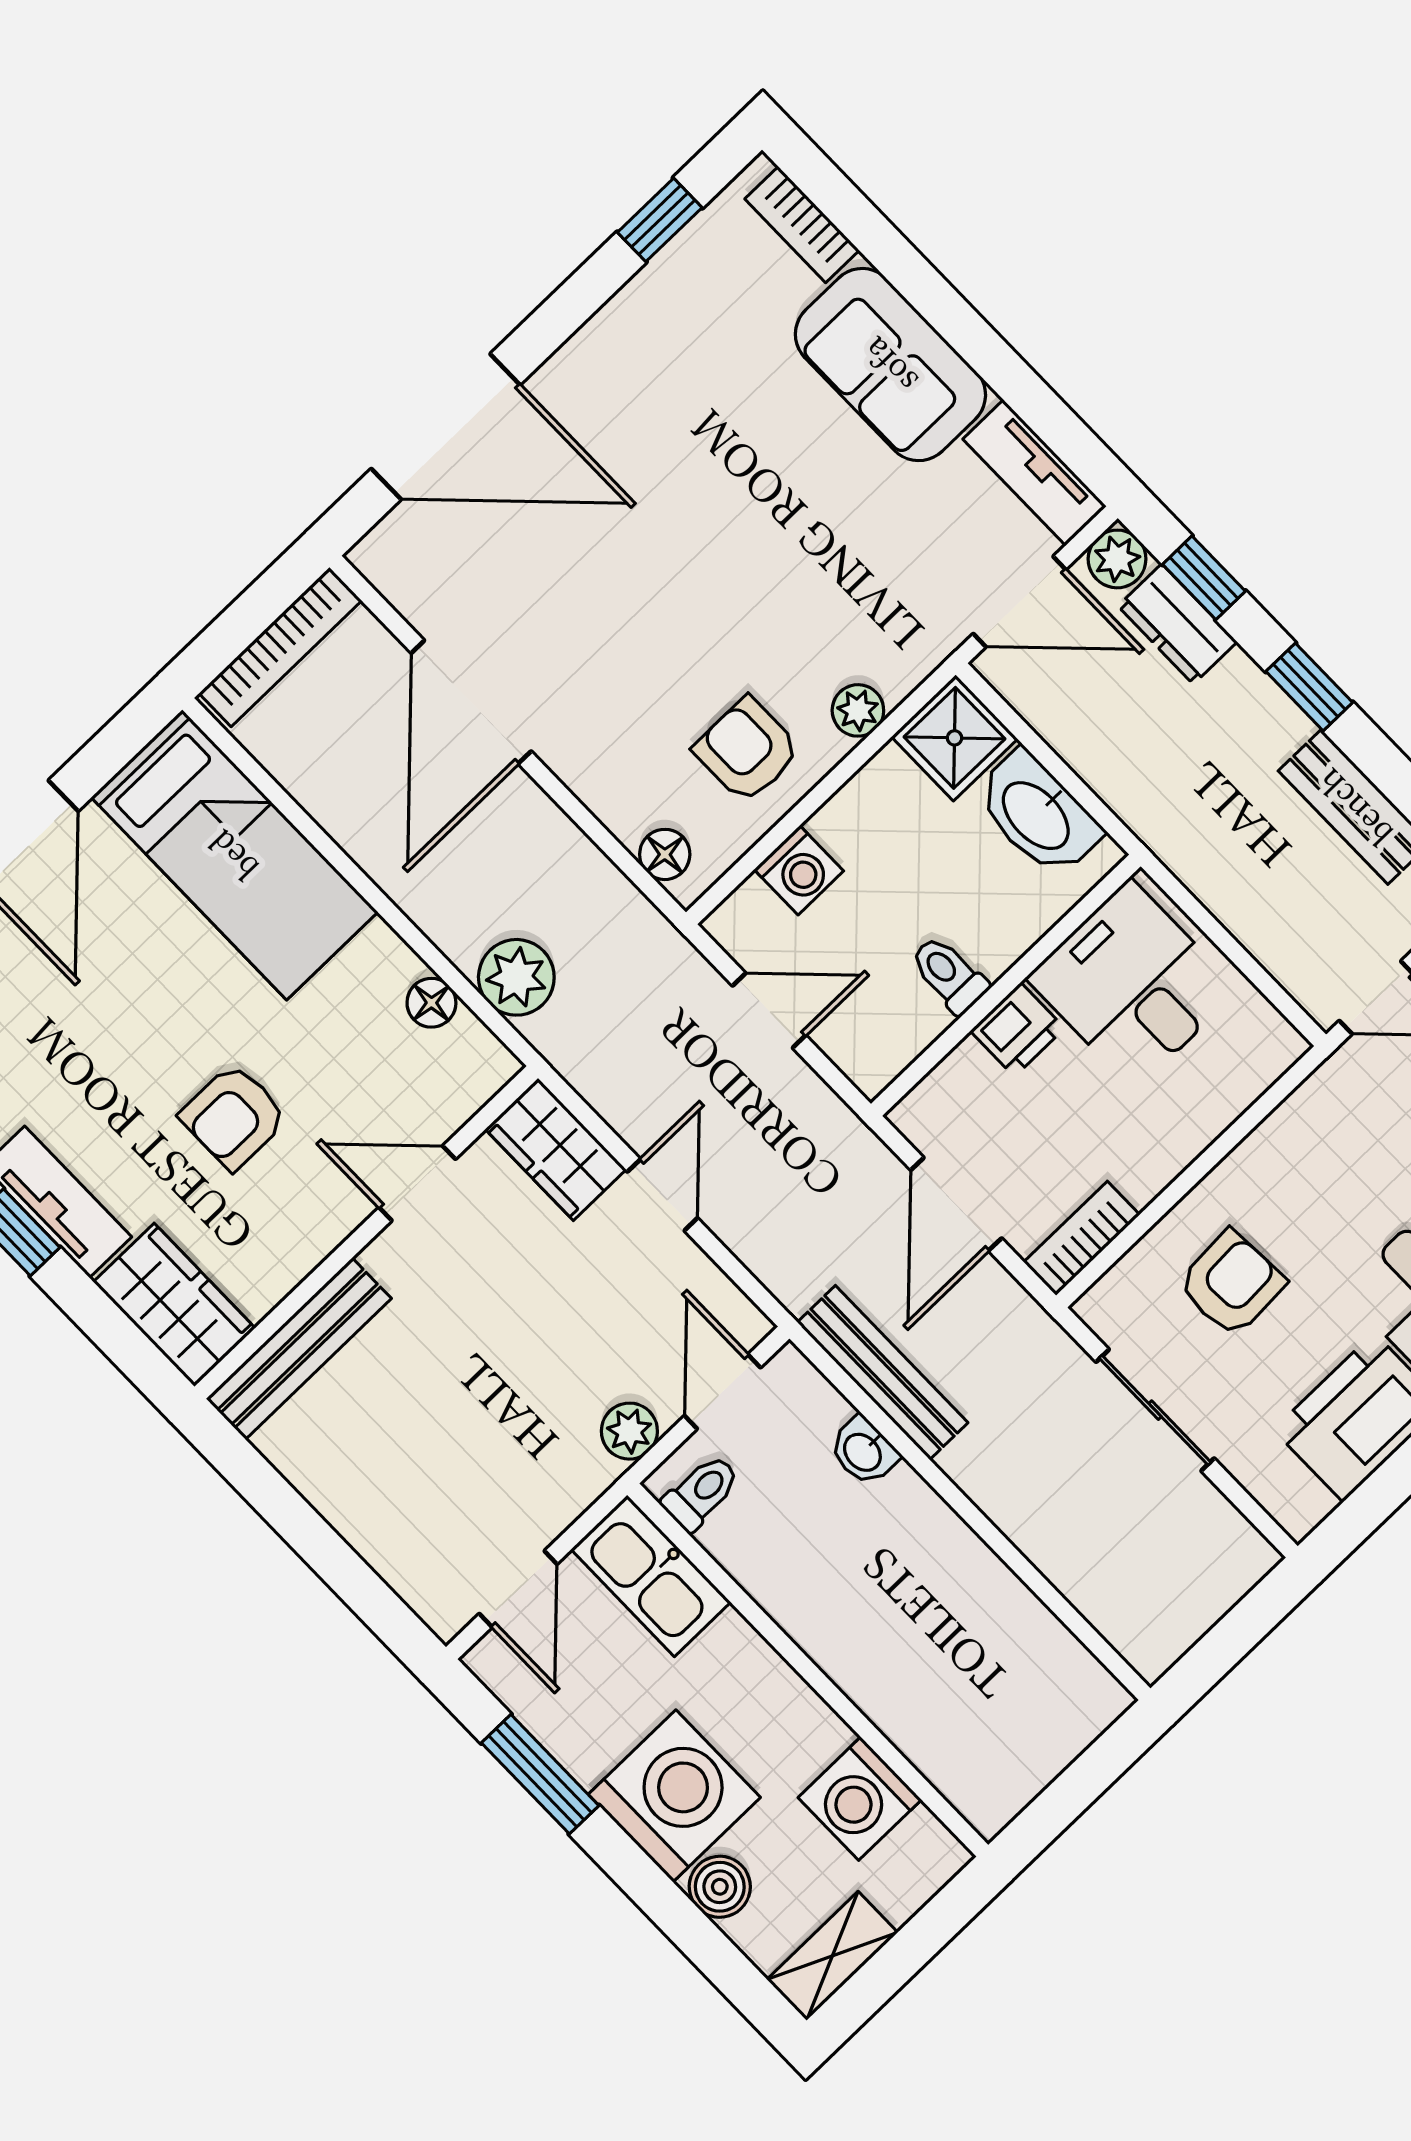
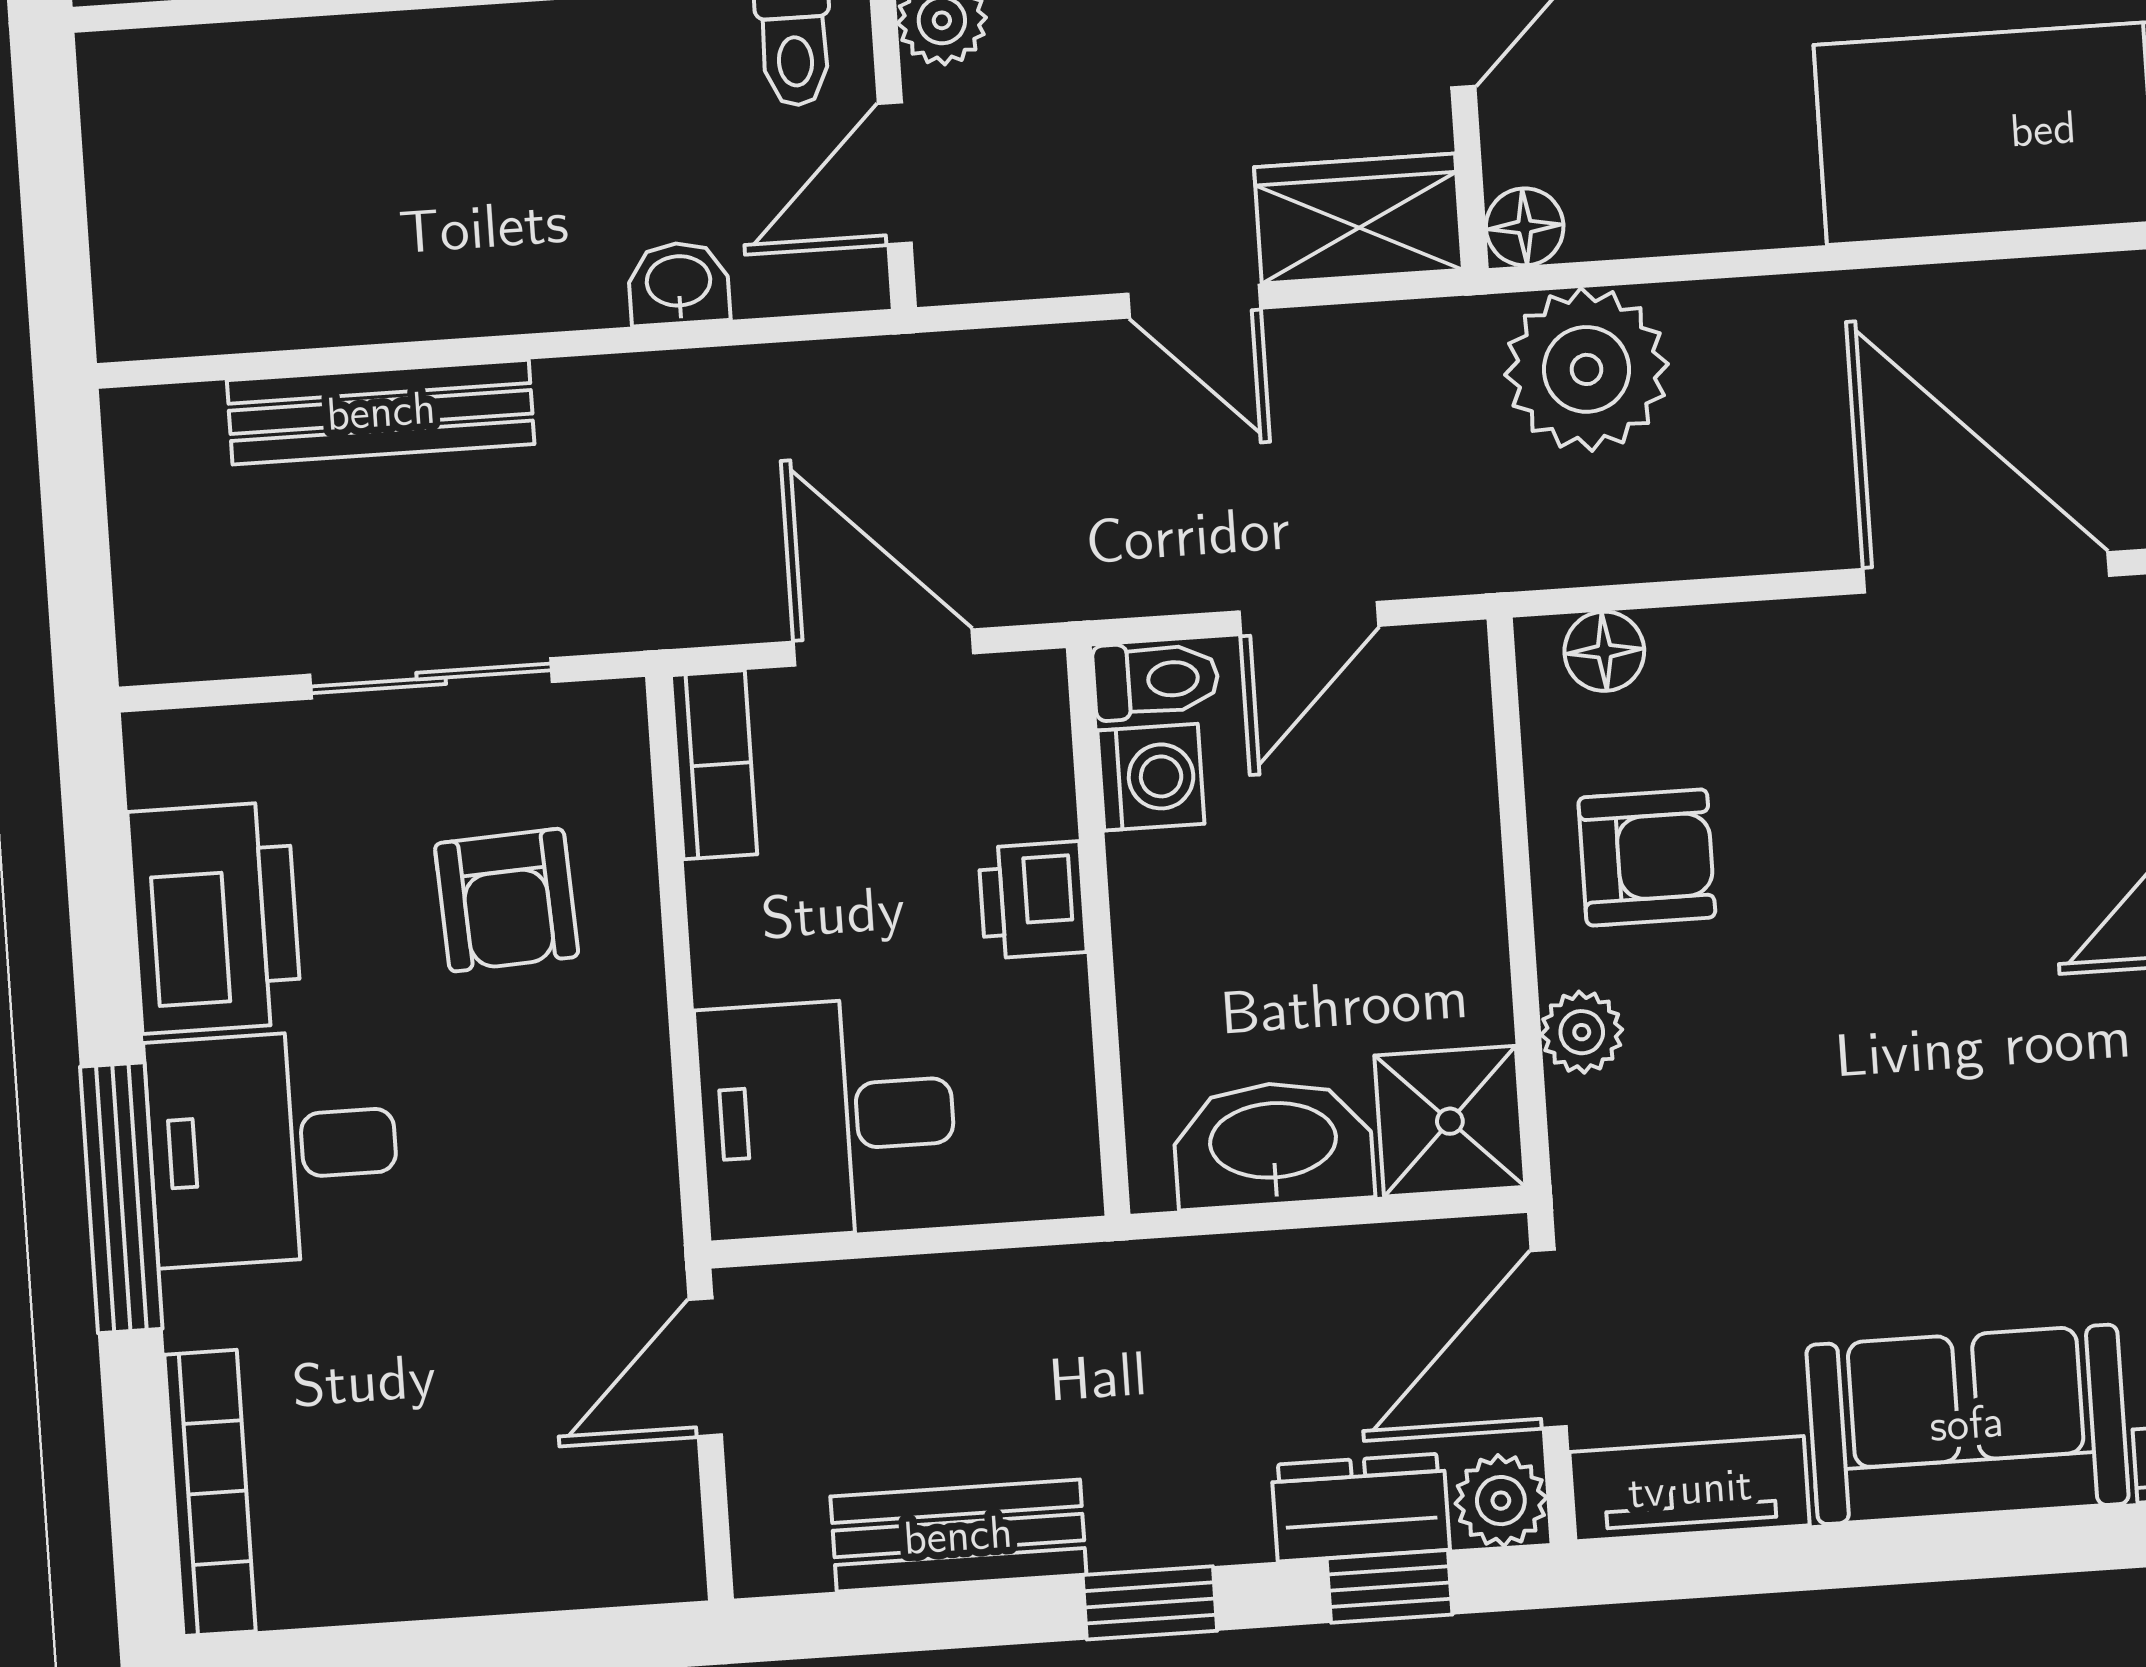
washing machine: (799, 870) -> (1151, 777), moved, turned 180
toilet: (949, 975) -> (1156, 680), moved
plant: (516, 977) -> (1587, 369), width x1.36, depth x1.36
desk: (1132, 984) -> (827, 1118), moved, turned 180
floor lamp: (431, 1003) -> (1525, 227), moved
bench: (883, 1373) -> (381, 412), moved
door: (723, 1392) -> (895, 173), swing flipped

